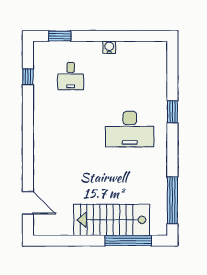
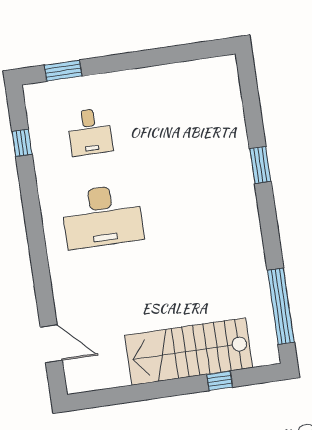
water cooler: (109, 47) -> (145, 77), removed
desk: (130, 129) -> (102, 216), moved
window: (128, 241) -> (220, 381), width x0.32

